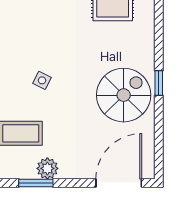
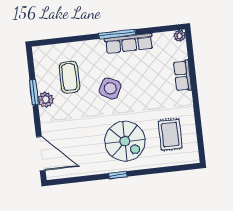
side table: (42, 80) -> (110, 88), width x1.87, depth x1.87
spiral stairs: (124, 95) -> (125, 141), moved

